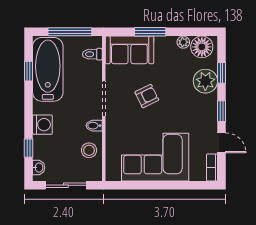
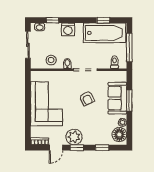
sofa: (129, 50) -> (117, 98), moved
plant: (205, 81) -> (74, 137), moved

